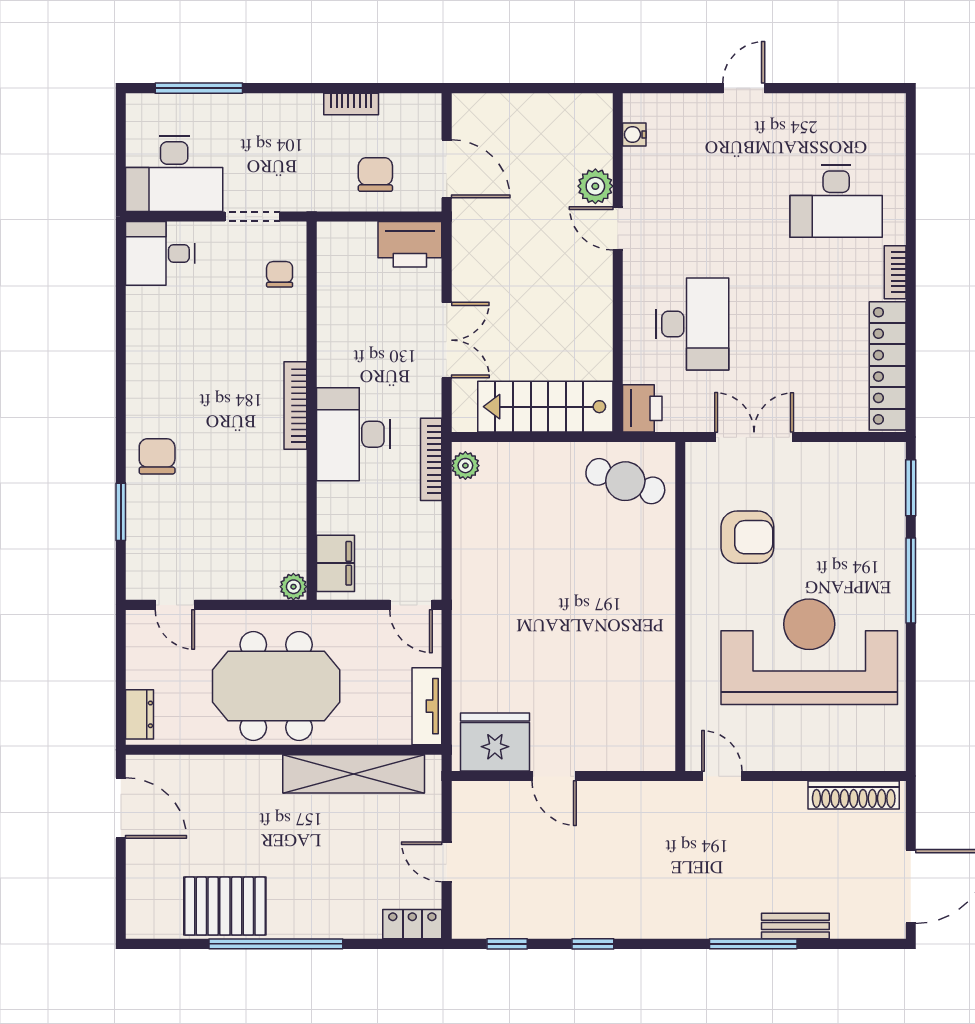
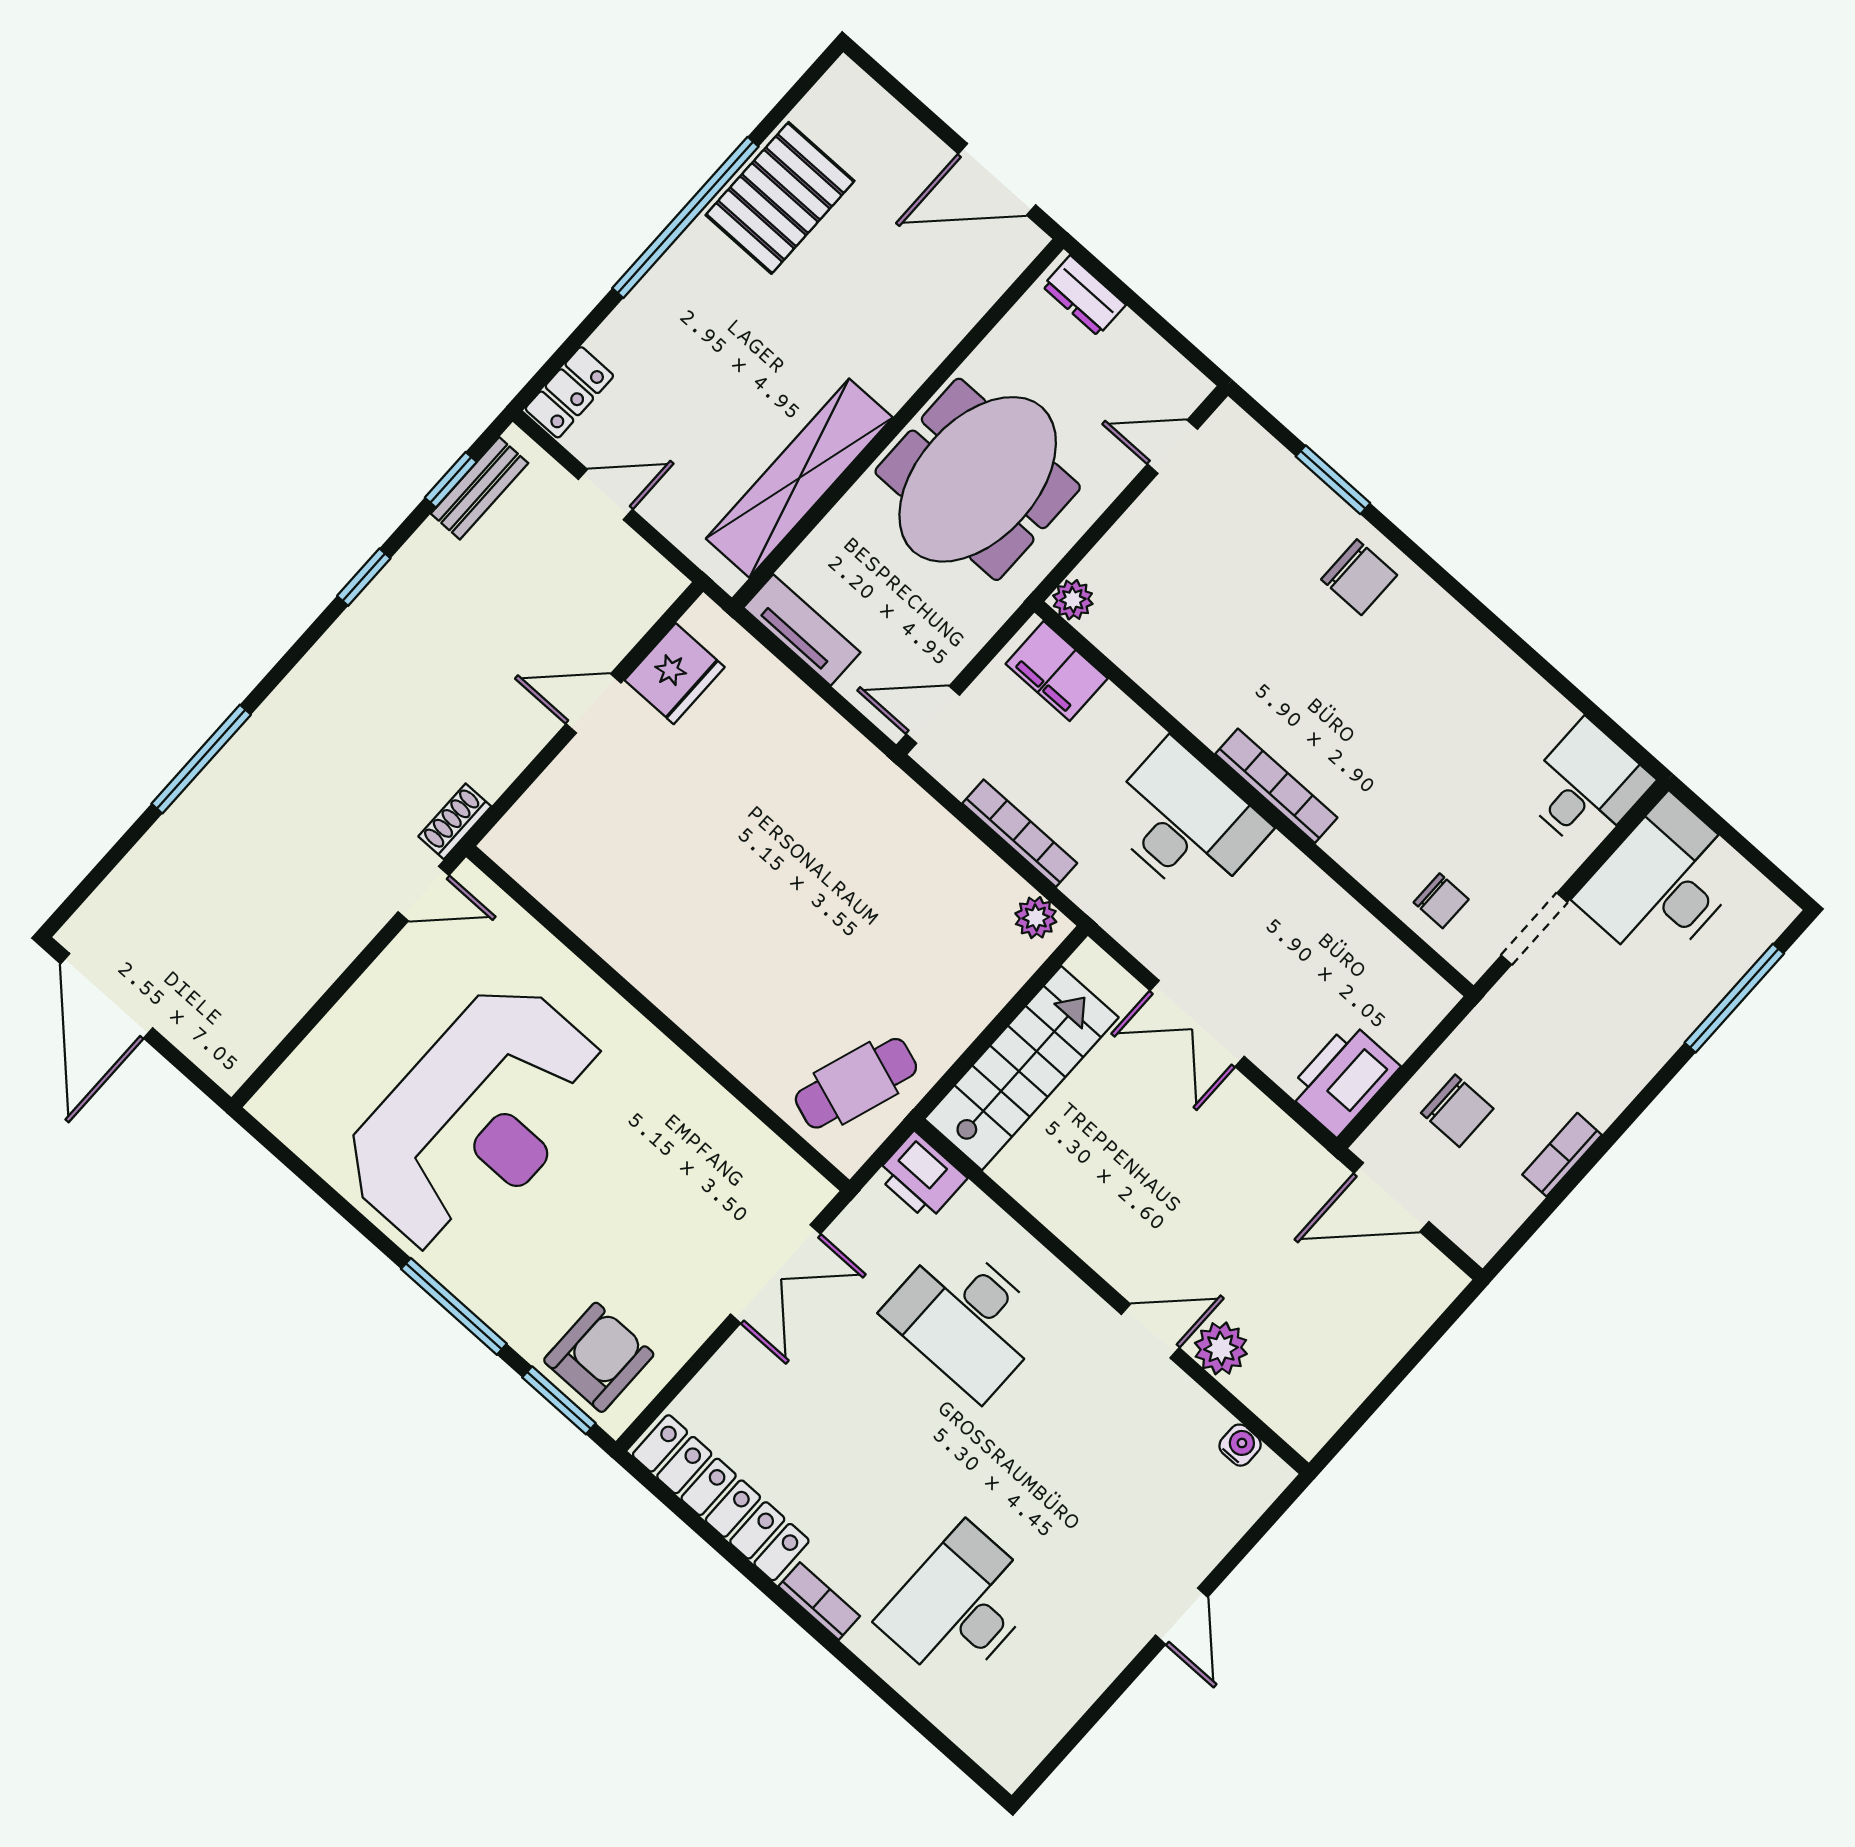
bookcase: (431, 459) -> (1020, 833), moved
armchair: (747, 537) -> (599, 1357), moved, turned 180
fridge: (495, 742) -> (675, 674), width x0.73, depth x0.75
shoe rack: (854, 795) -> (455, 821), moved, width x0.51, depth x0.81
bench: (795, 926) -> (480, 488), moved

